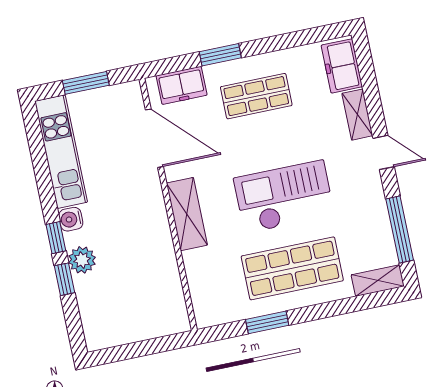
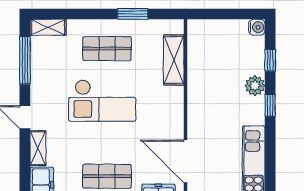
shelving: (187, 214) -> (174, 60), moved
water cooler: (71, 219) -> (257, 27), moved
shop shelf: (292, 268) -> (107, 49), width x0.70, depth x0.74
window: (65, 279) -> (270, 60), moved

